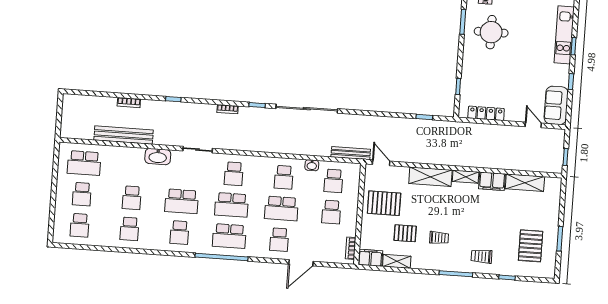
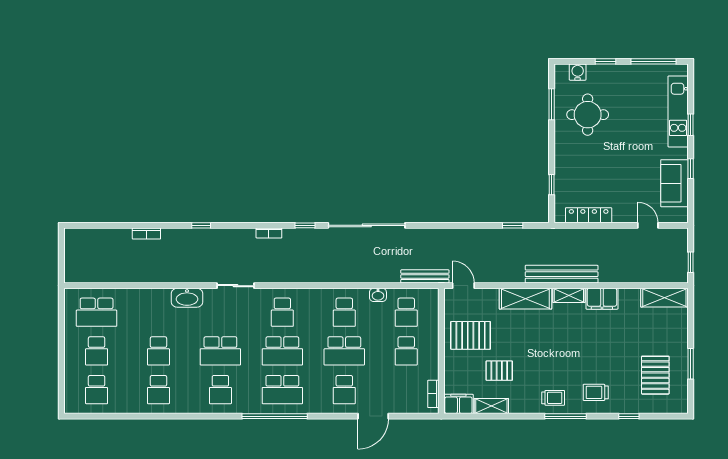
sofa: (556, 105) -> (674, 183), moved
bench: (124, 135) -> (562, 274), moved
shelving: (525, 183) -> (664, 298), moved
trolley: (439, 238) -> (553, 398), moved

